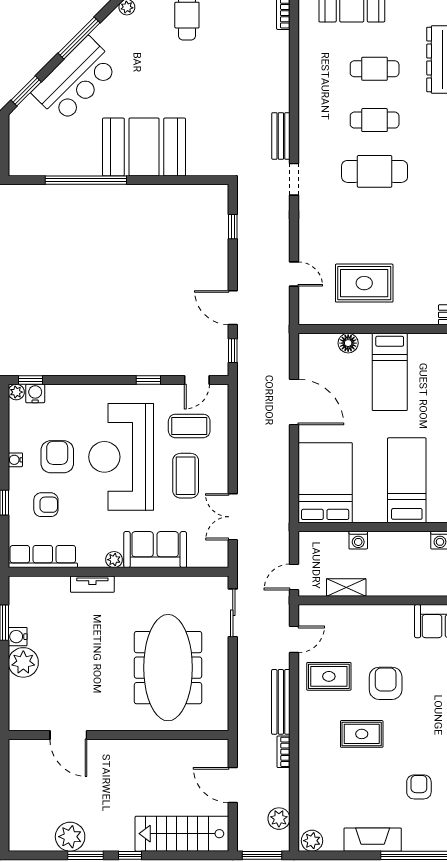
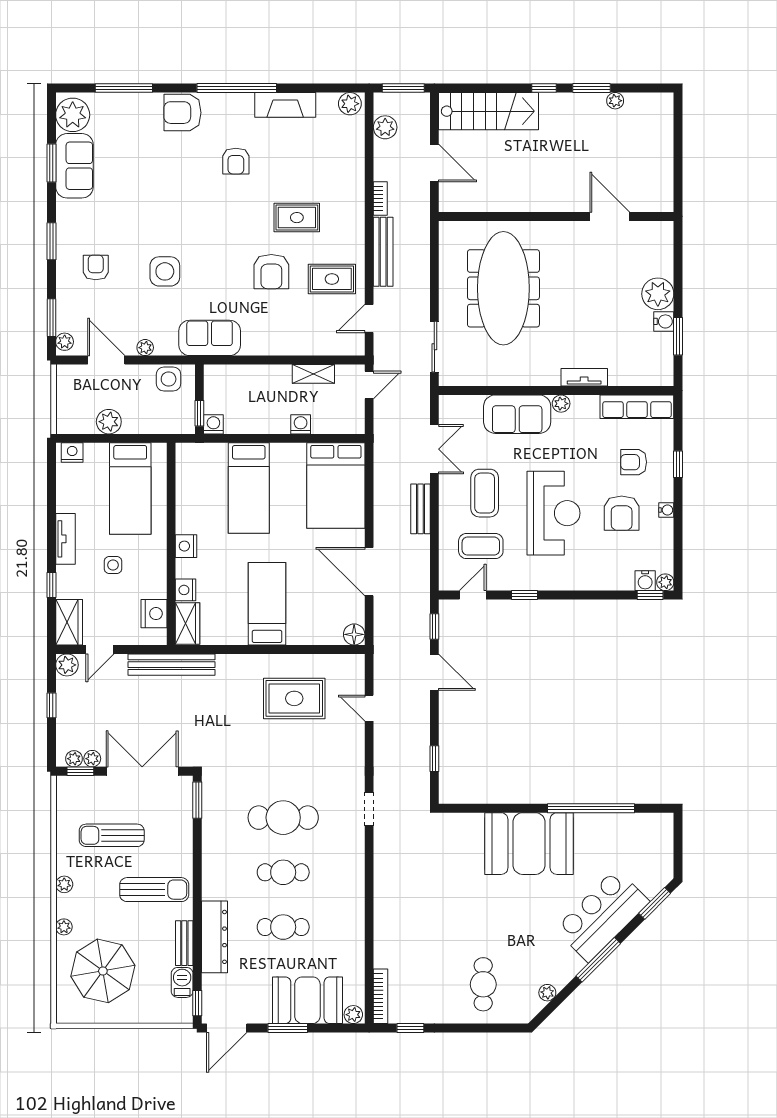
bench: (281, 136) -> (420, 509), moved
floor lamp: (348, 343) -> (354, 634), moved
reception desk: (121, 457) -> (553, 513), width x0.74, depth x0.77
plant: (70, 837) -> (615, 101), width x0.53, depth x0.53

